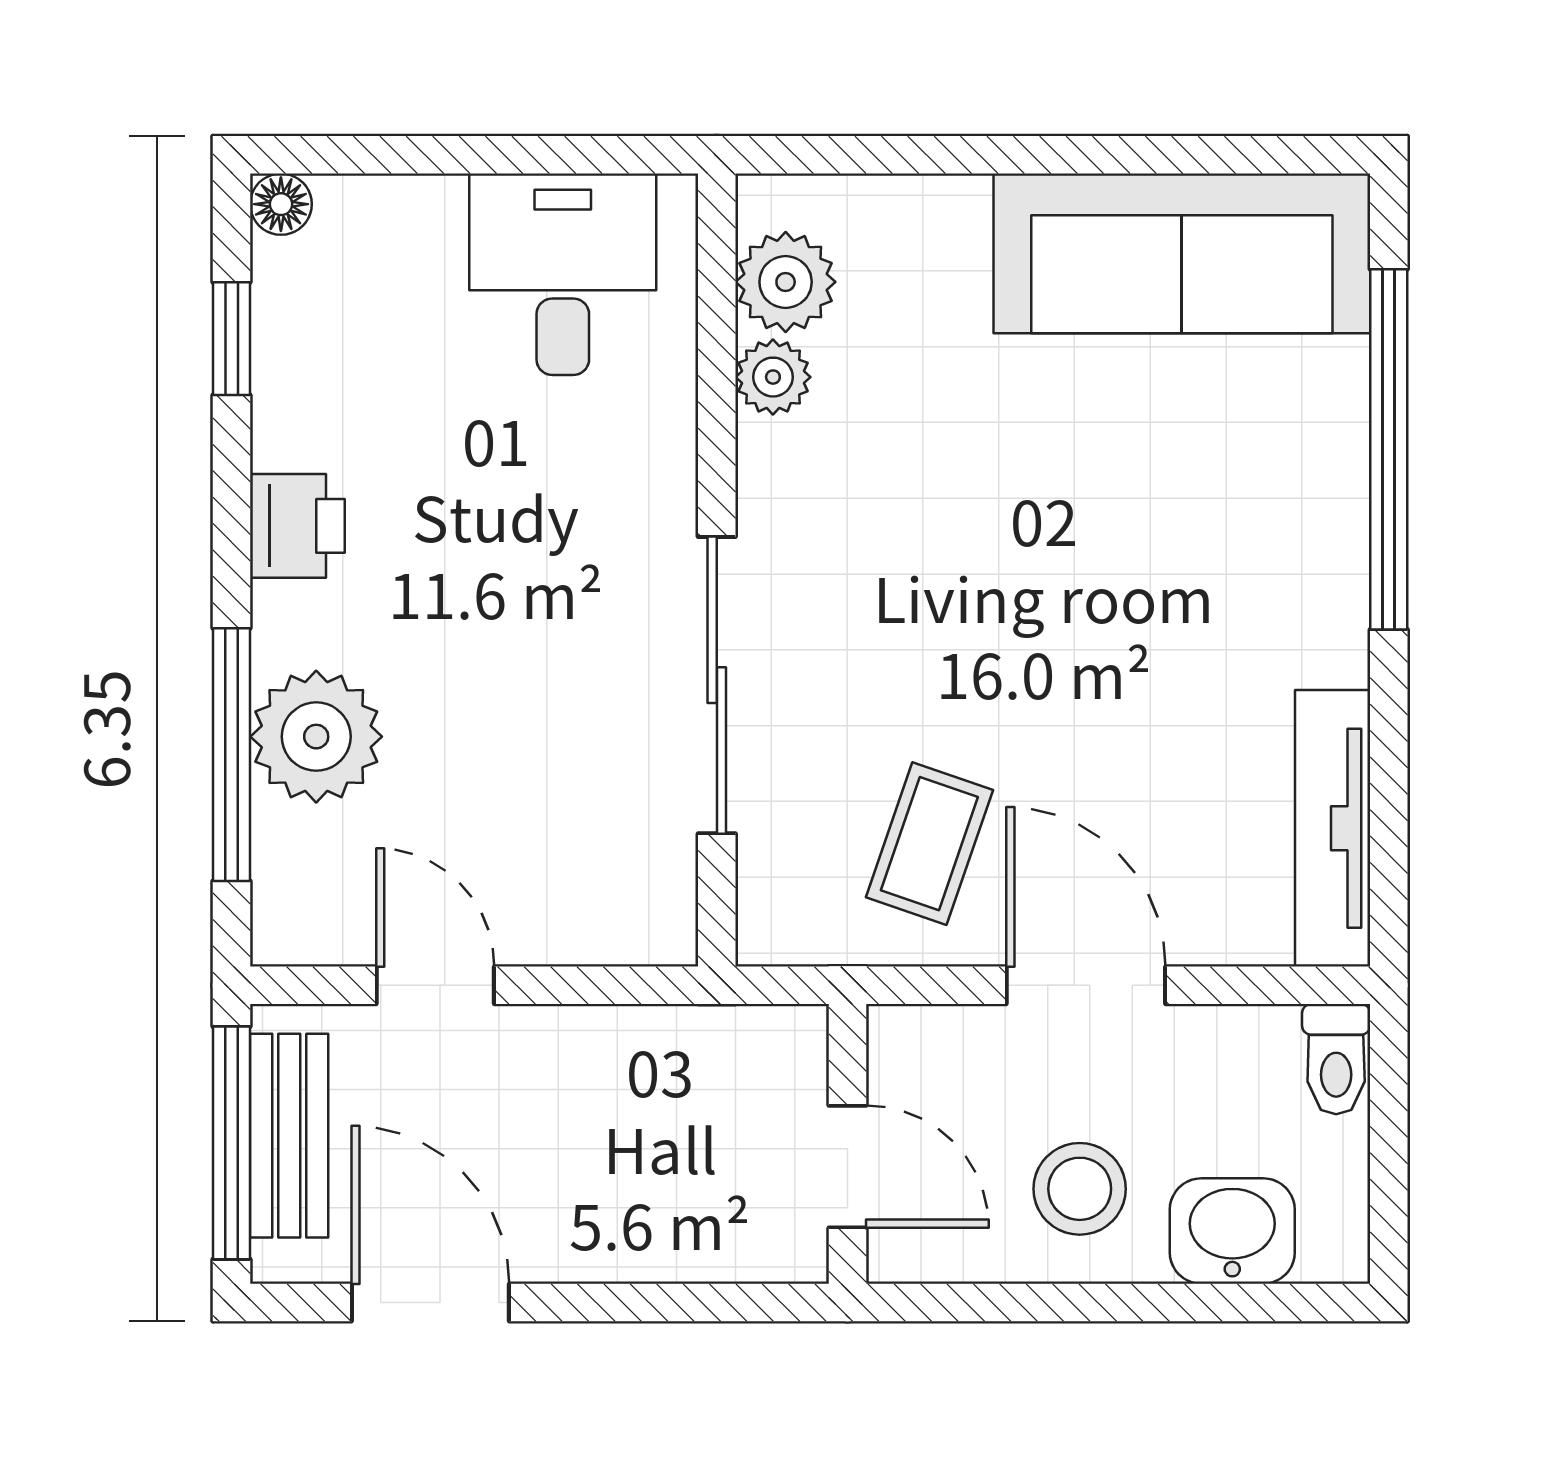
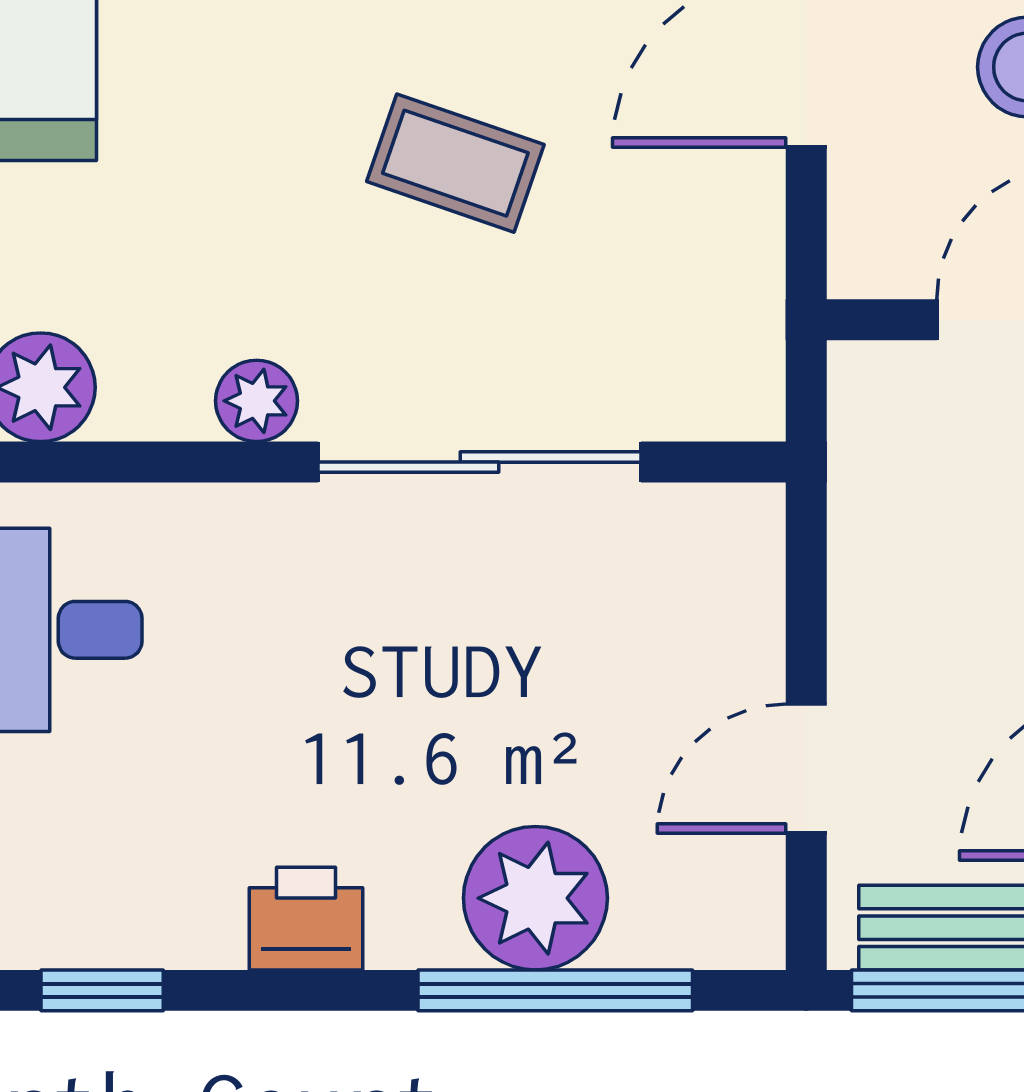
plant: (773, 377) -> (257, 401), moved
coffee table: (929, 844) -> (455, 163), moved

